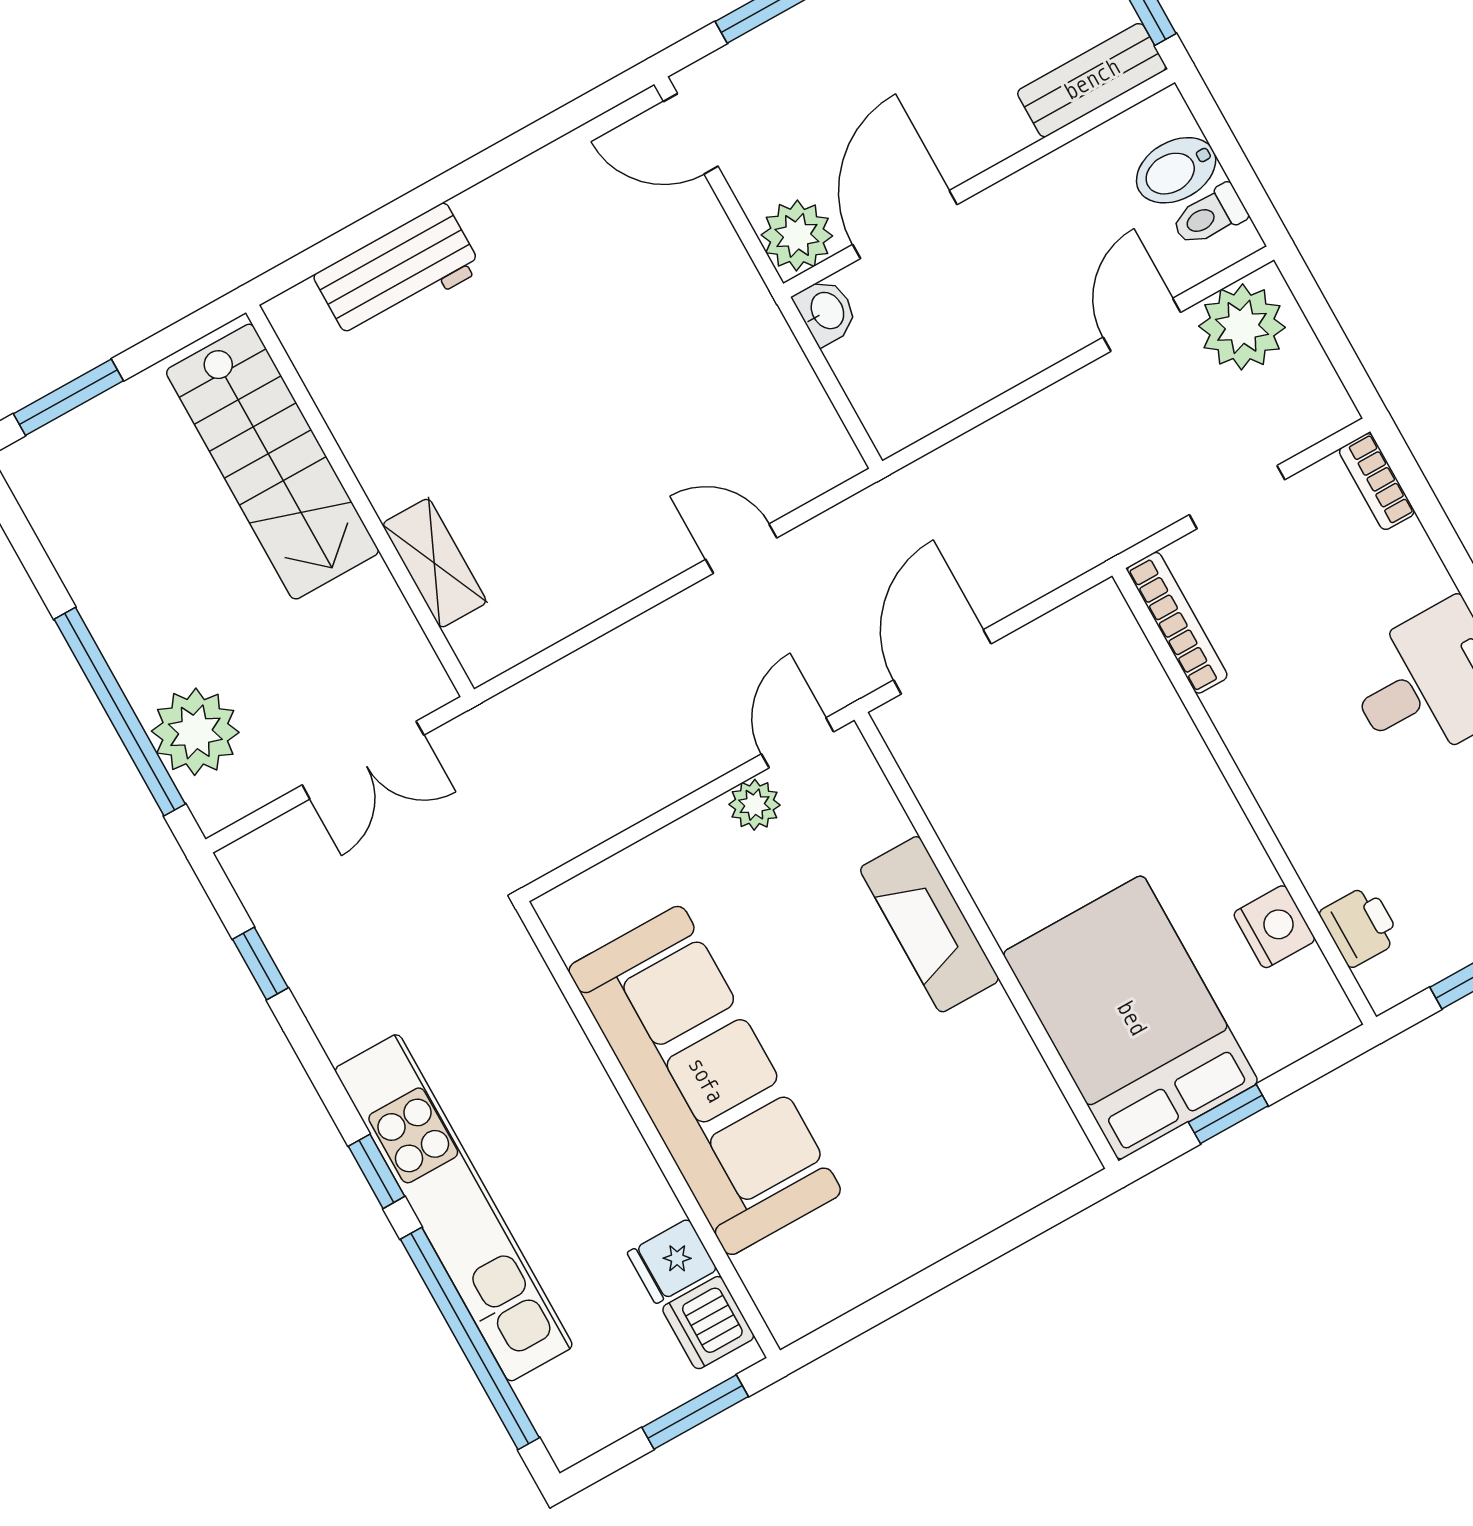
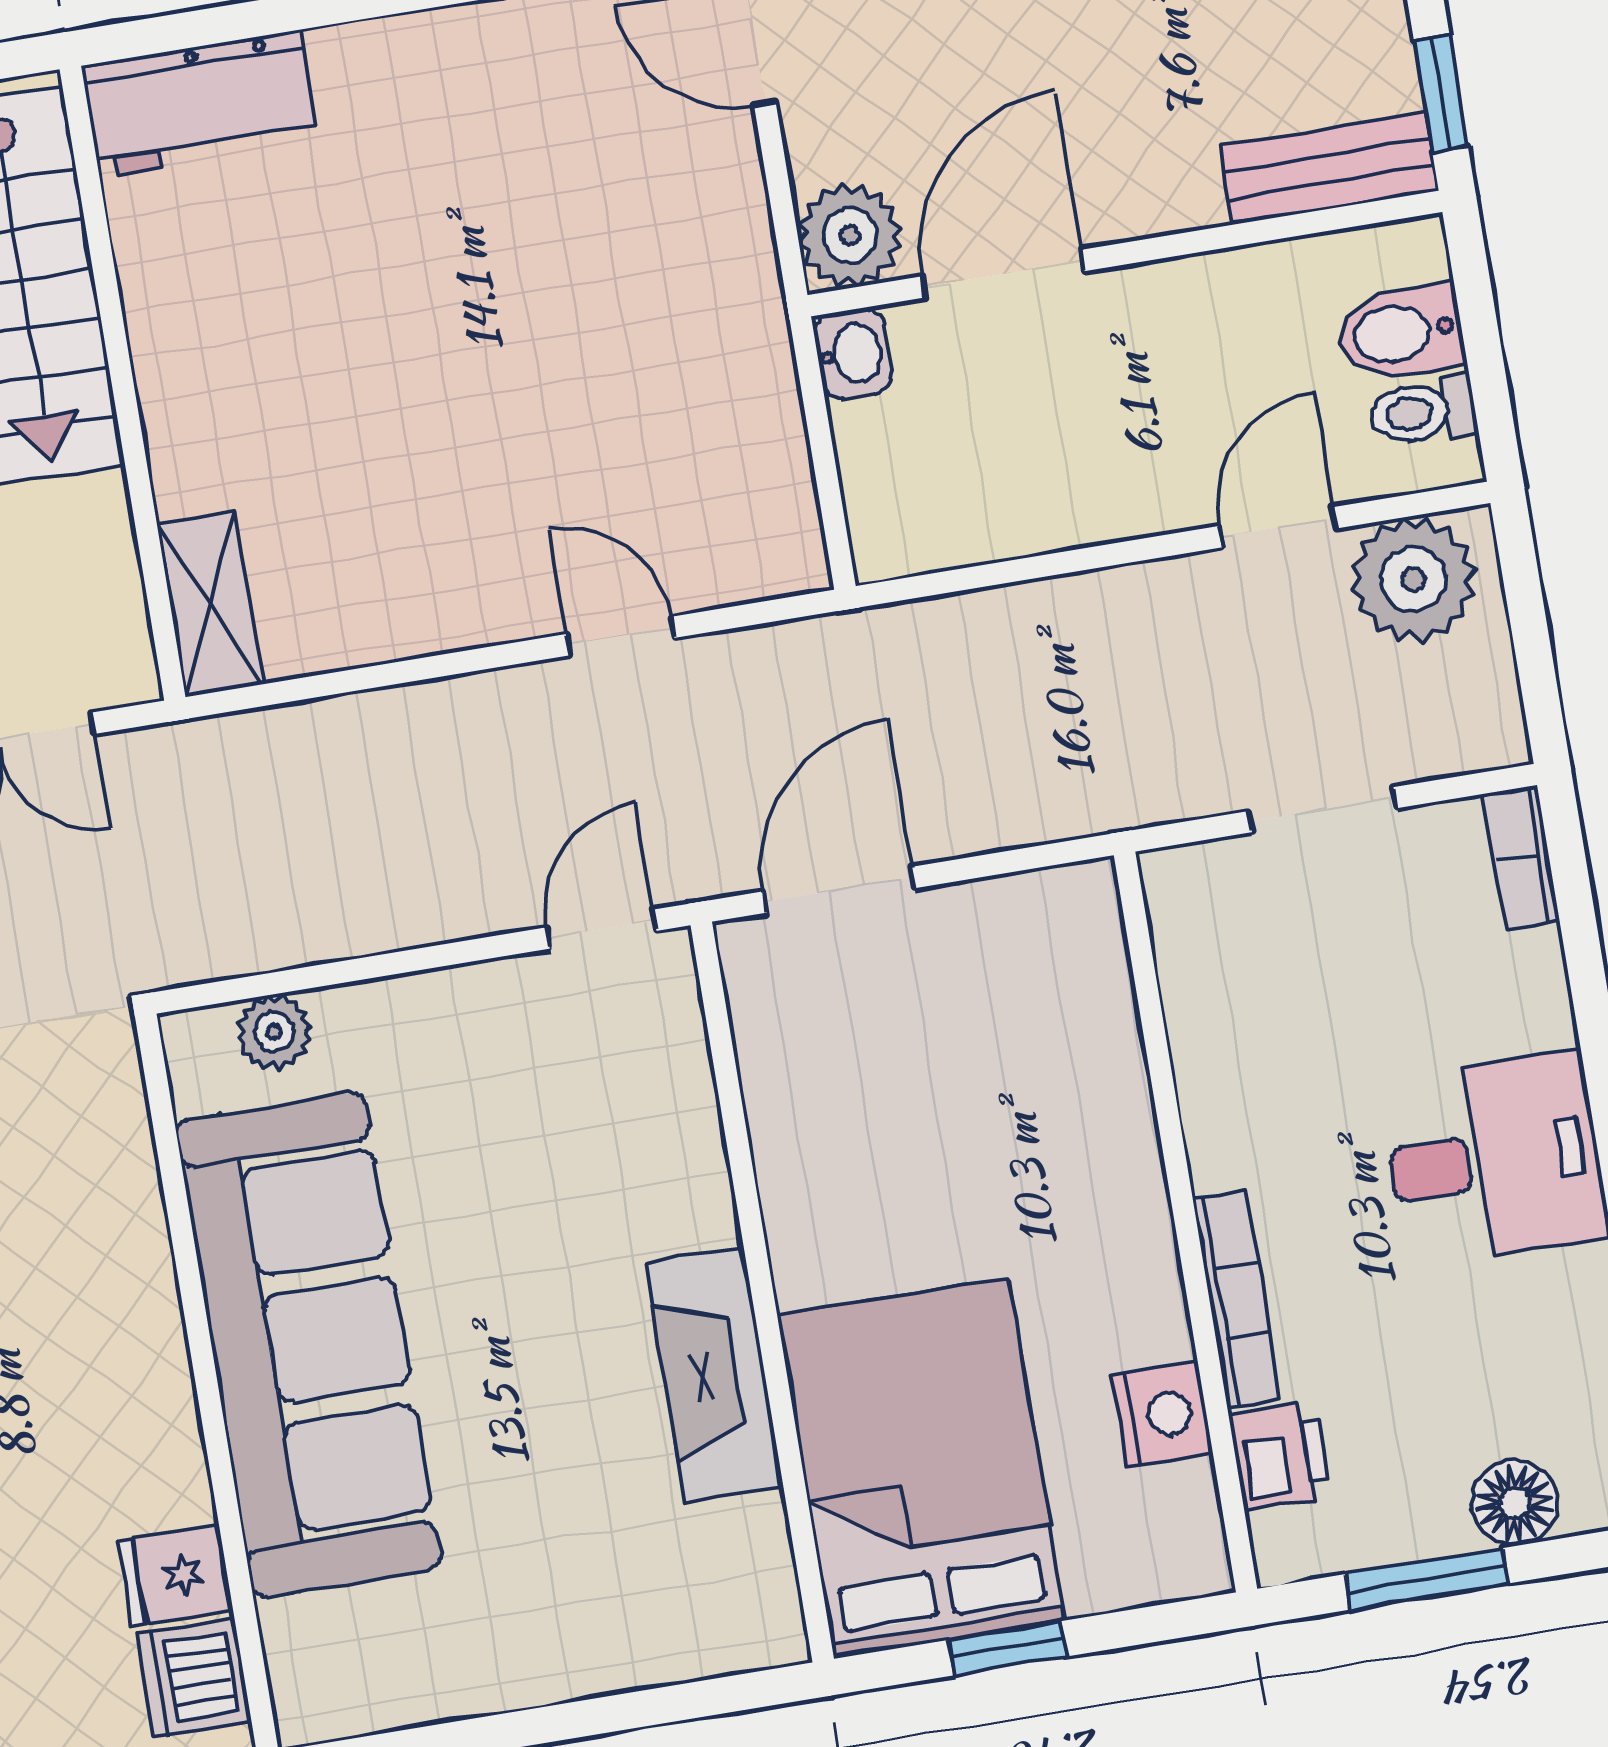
workbench: (398, 272) -> (200, 104), moved
shelving: (434, 563) -> (210, 604), moved
bookcase: (1177, 623) -> (1237, 1300), moved
plant: (754, 805) -> (274, 1032), moved
fireplace: (929, 924) -> (714, 1375), moved

